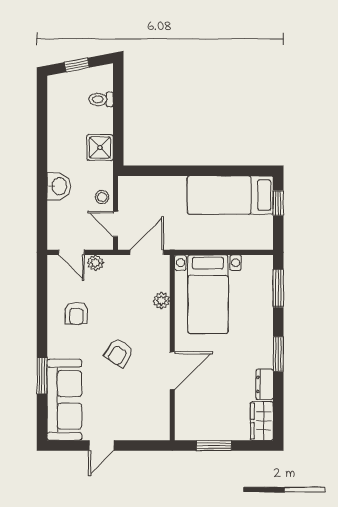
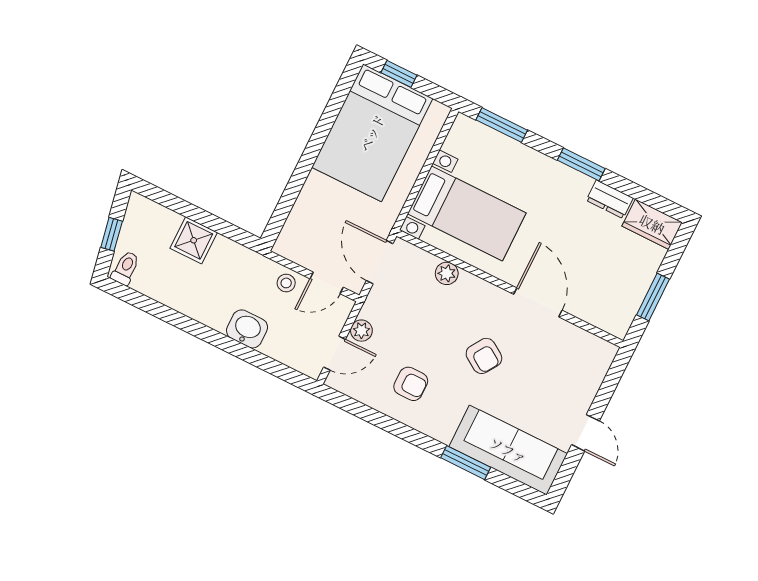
toilet: (101, 99) -> (125, 268), moved, turned 180
shower: (100, 148) -> (194, 240), moved
bed: (230, 195) -> (372, 133), width x1.50

